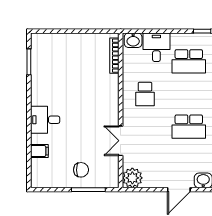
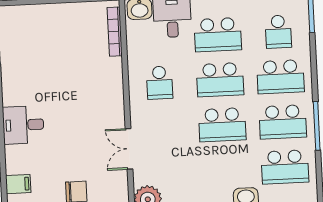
school desk: (189, 94) -> (220, 80), added
filing cabinet: (39, 151) -> (18, 184), moved

